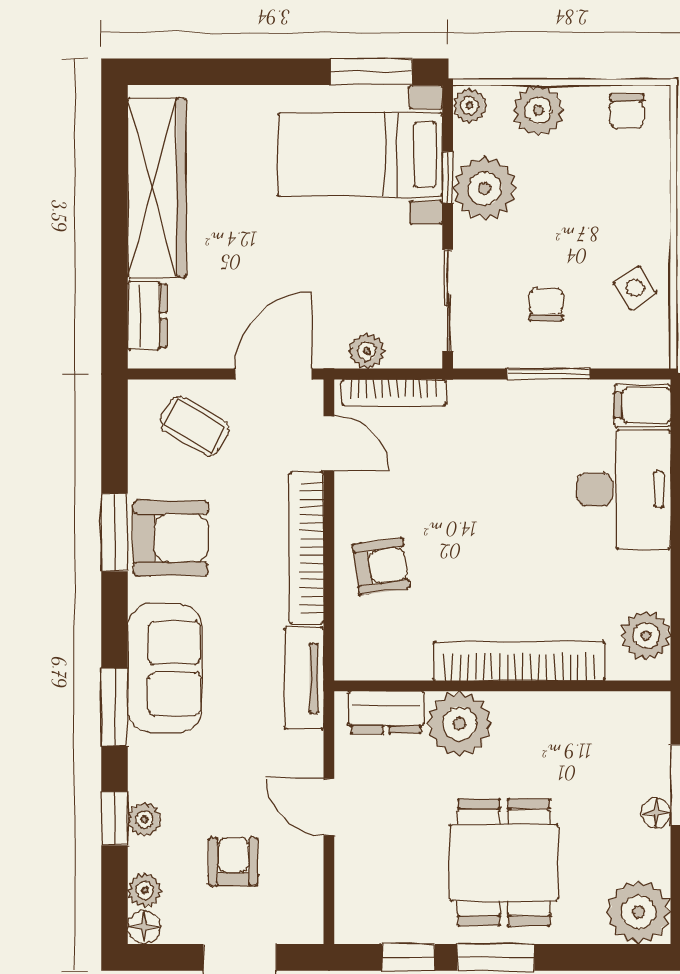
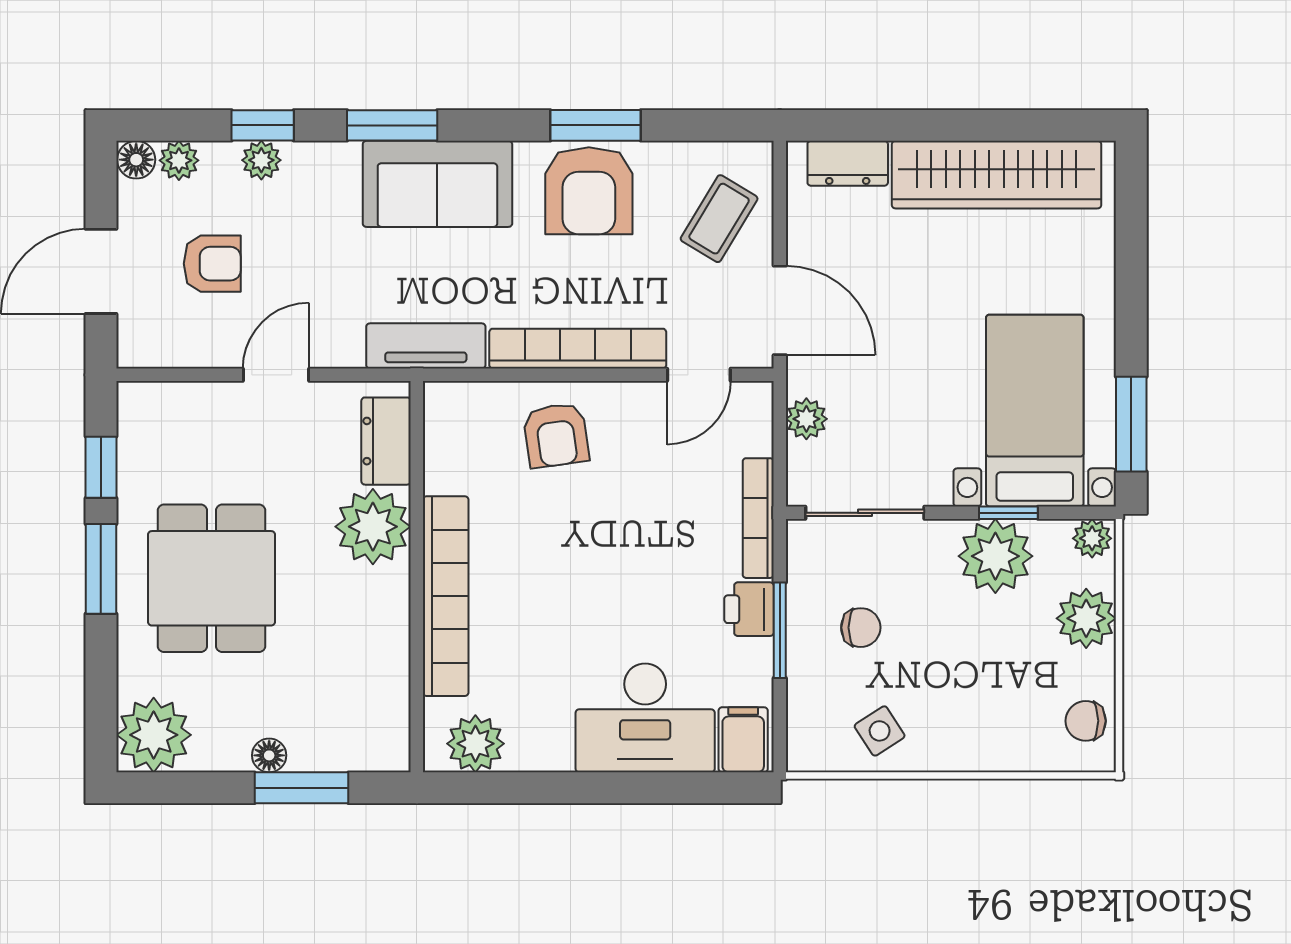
bookcase: (394, 392) -> (758, 518), moved
printer: (530, 400) -> (749, 609), added
dining table: (504, 862) -> (211, 578), turned 90

